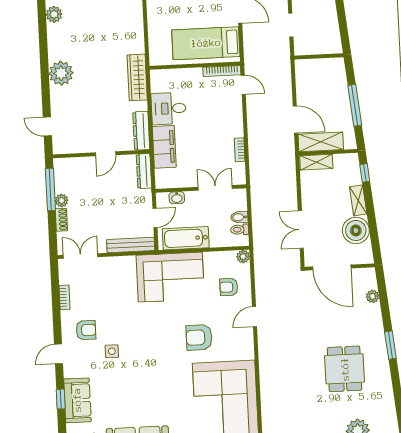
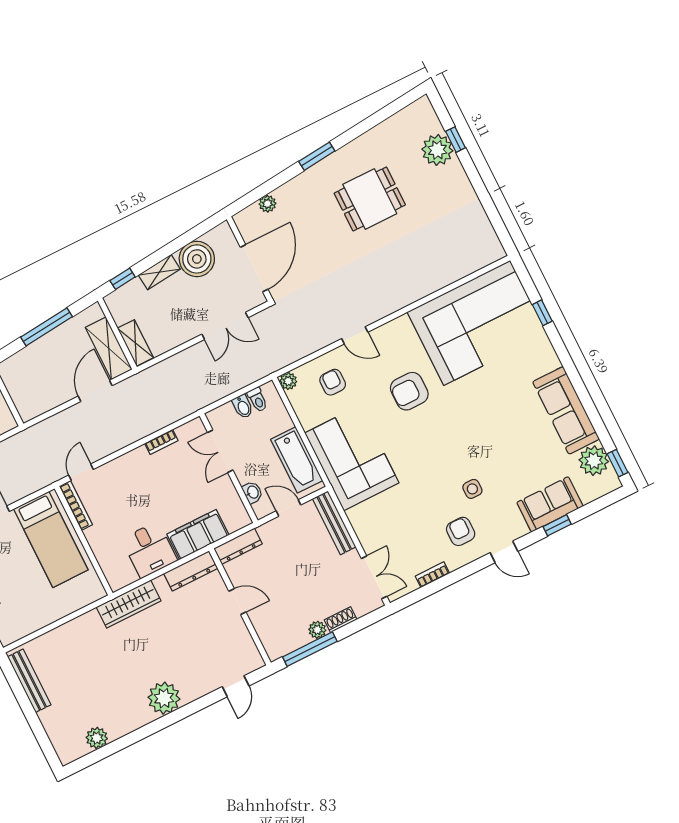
double door: (81, 256) -> (374, 577), swing flipped
armchair: (229, 287) -> (333, 382), turned 180
armchair: (199, 337) -> (409, 391), turned 90

